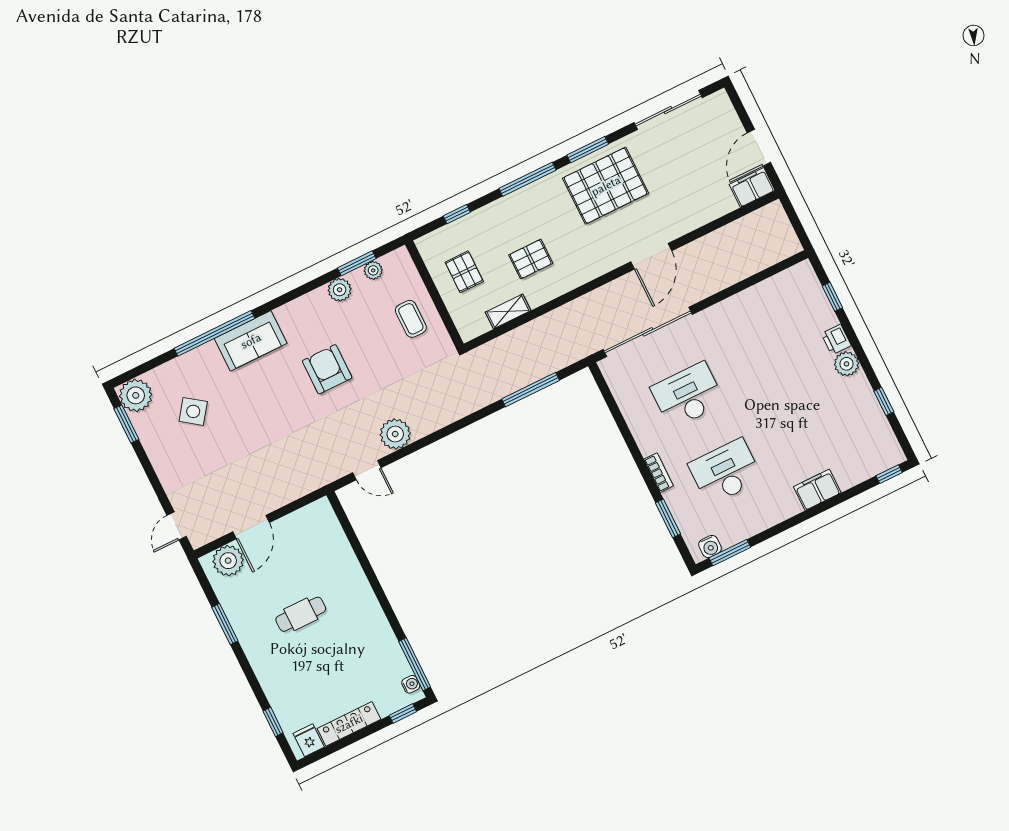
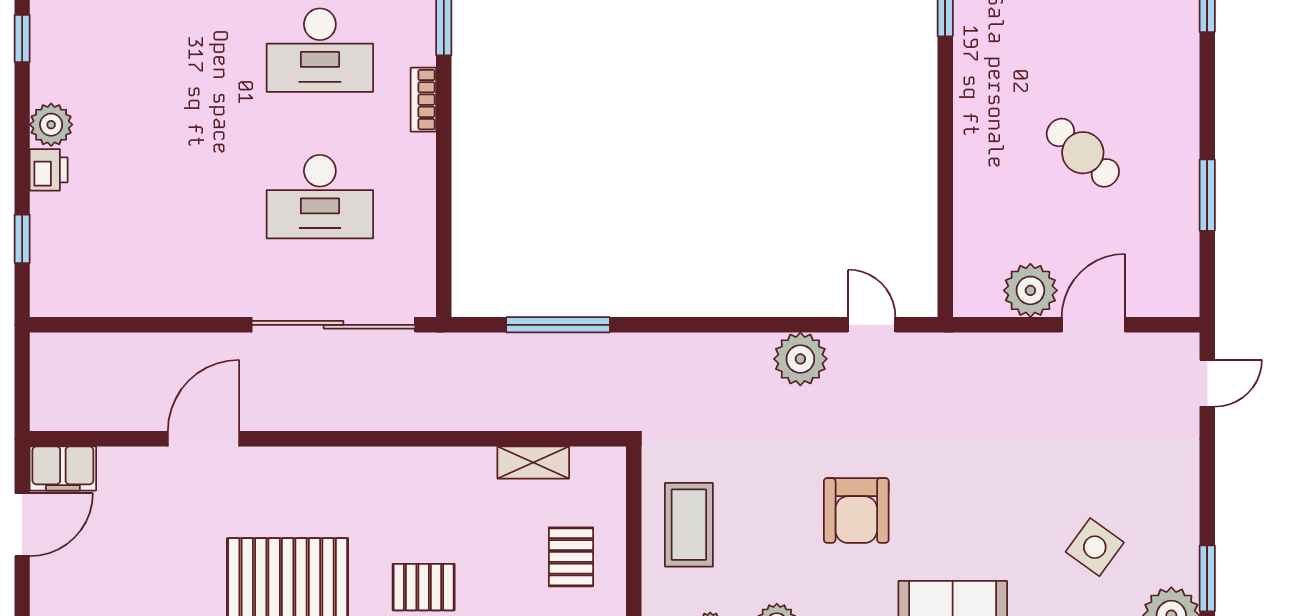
door: (651, 256) -> (203, 439), moved
pallet: (531, 259) -> (424, 587), moved
coffee table: (411, 319) -> (689, 525), width x1.36, depth x1.30
plant: (228, 561) -> (1030, 290), moved
cafe table: (301, 614) -> (1083, 153), turned 42

